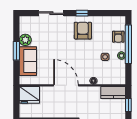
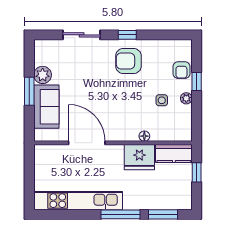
armchair: (83, 31) -> (128, 61), turned -90
window: (128, 44) -> (197, 81), width x0.32
door: (66, 85) -> (87, 143), moved
fridge: (29, 95) -> (139, 157), moved

